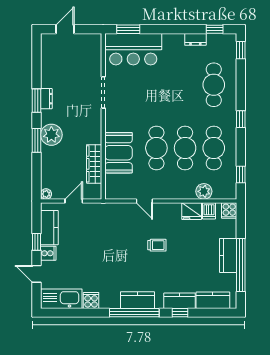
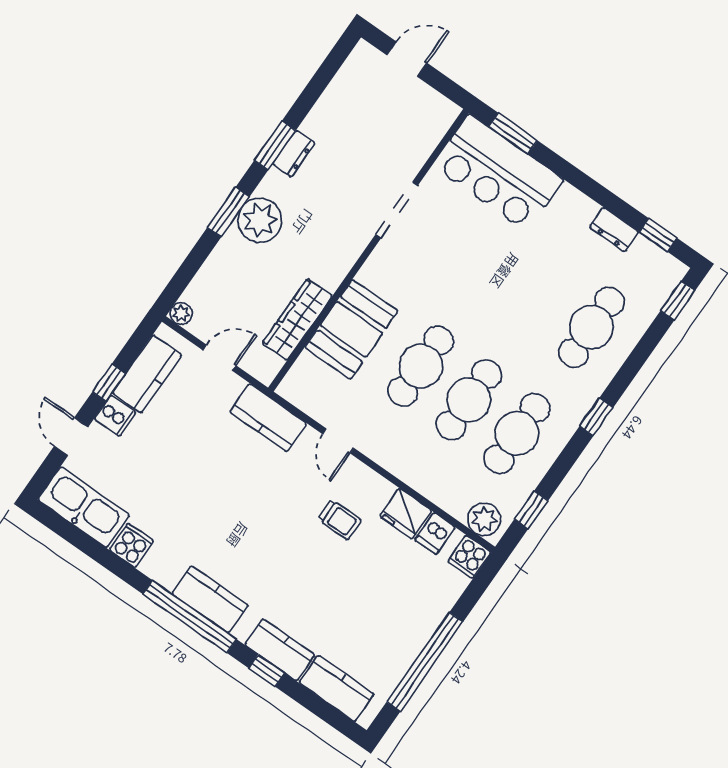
plant: (204, 191) -> (484, 519), moved
trolley: (157, 245) -> (340, 520), moved
kitchen counter: (228, 255) -> (268, 418), moved, turned -90

